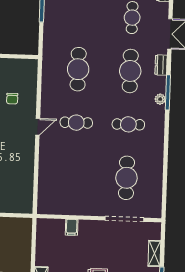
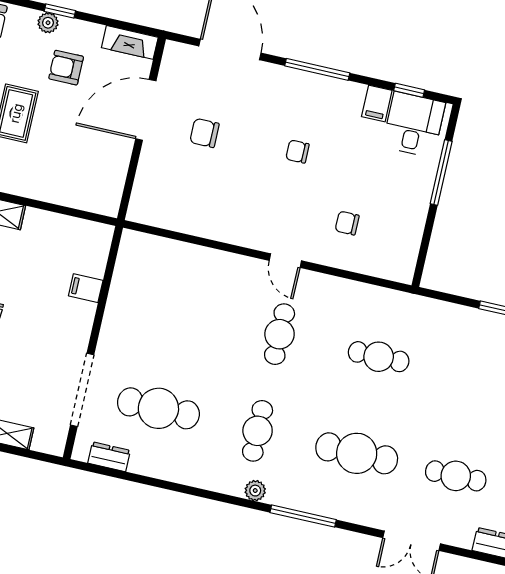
dresser: (161, 65) -> (109, 457), moved
cafe table: (78, 69) -> (379, 357), width x0.73, depth x0.74
plant: (160, 99) -> (255, 491), moved

